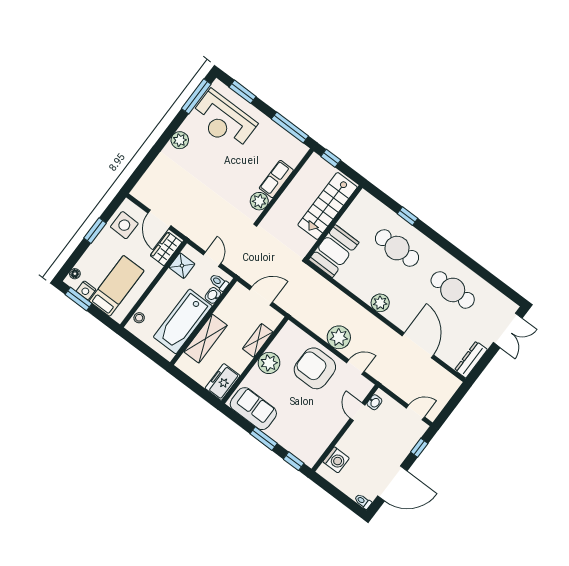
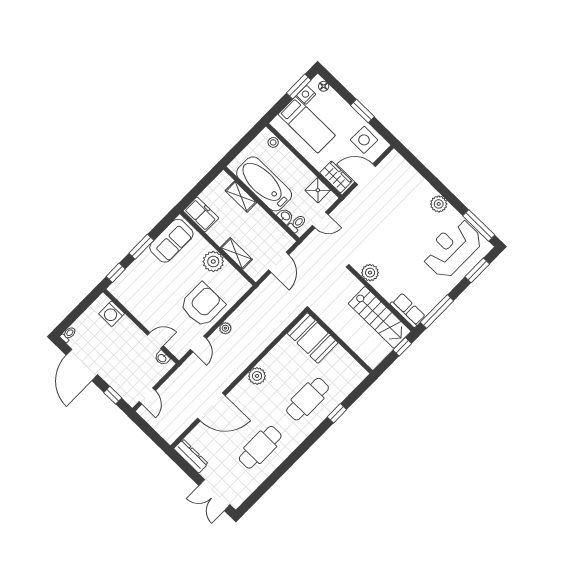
row of seats: (276, 179) -> (408, 310), moved
stairs: (327, 206) -> (380, 317), moved, turned 180
plant: (339, 337) -> (225, 328), width x0.53, depth x0.53
shelving: (206, 339) -> (241, 197), width x0.67, depth x0.75

